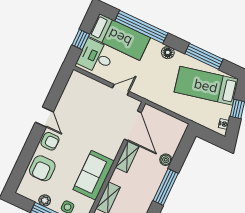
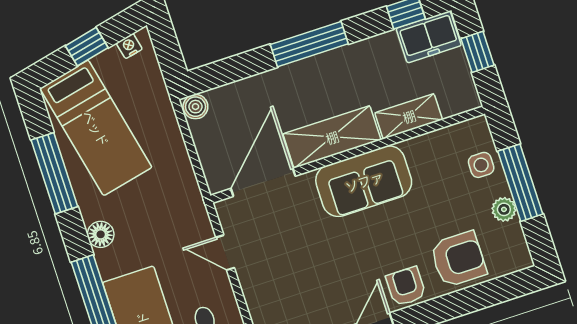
shelving: (127, 157) -> (332, 137), width x1.50, depth x1.33
boiler: (166, 160) -> (195, 107), moved
sofa: (94, 175) -> (364, 181), moved

